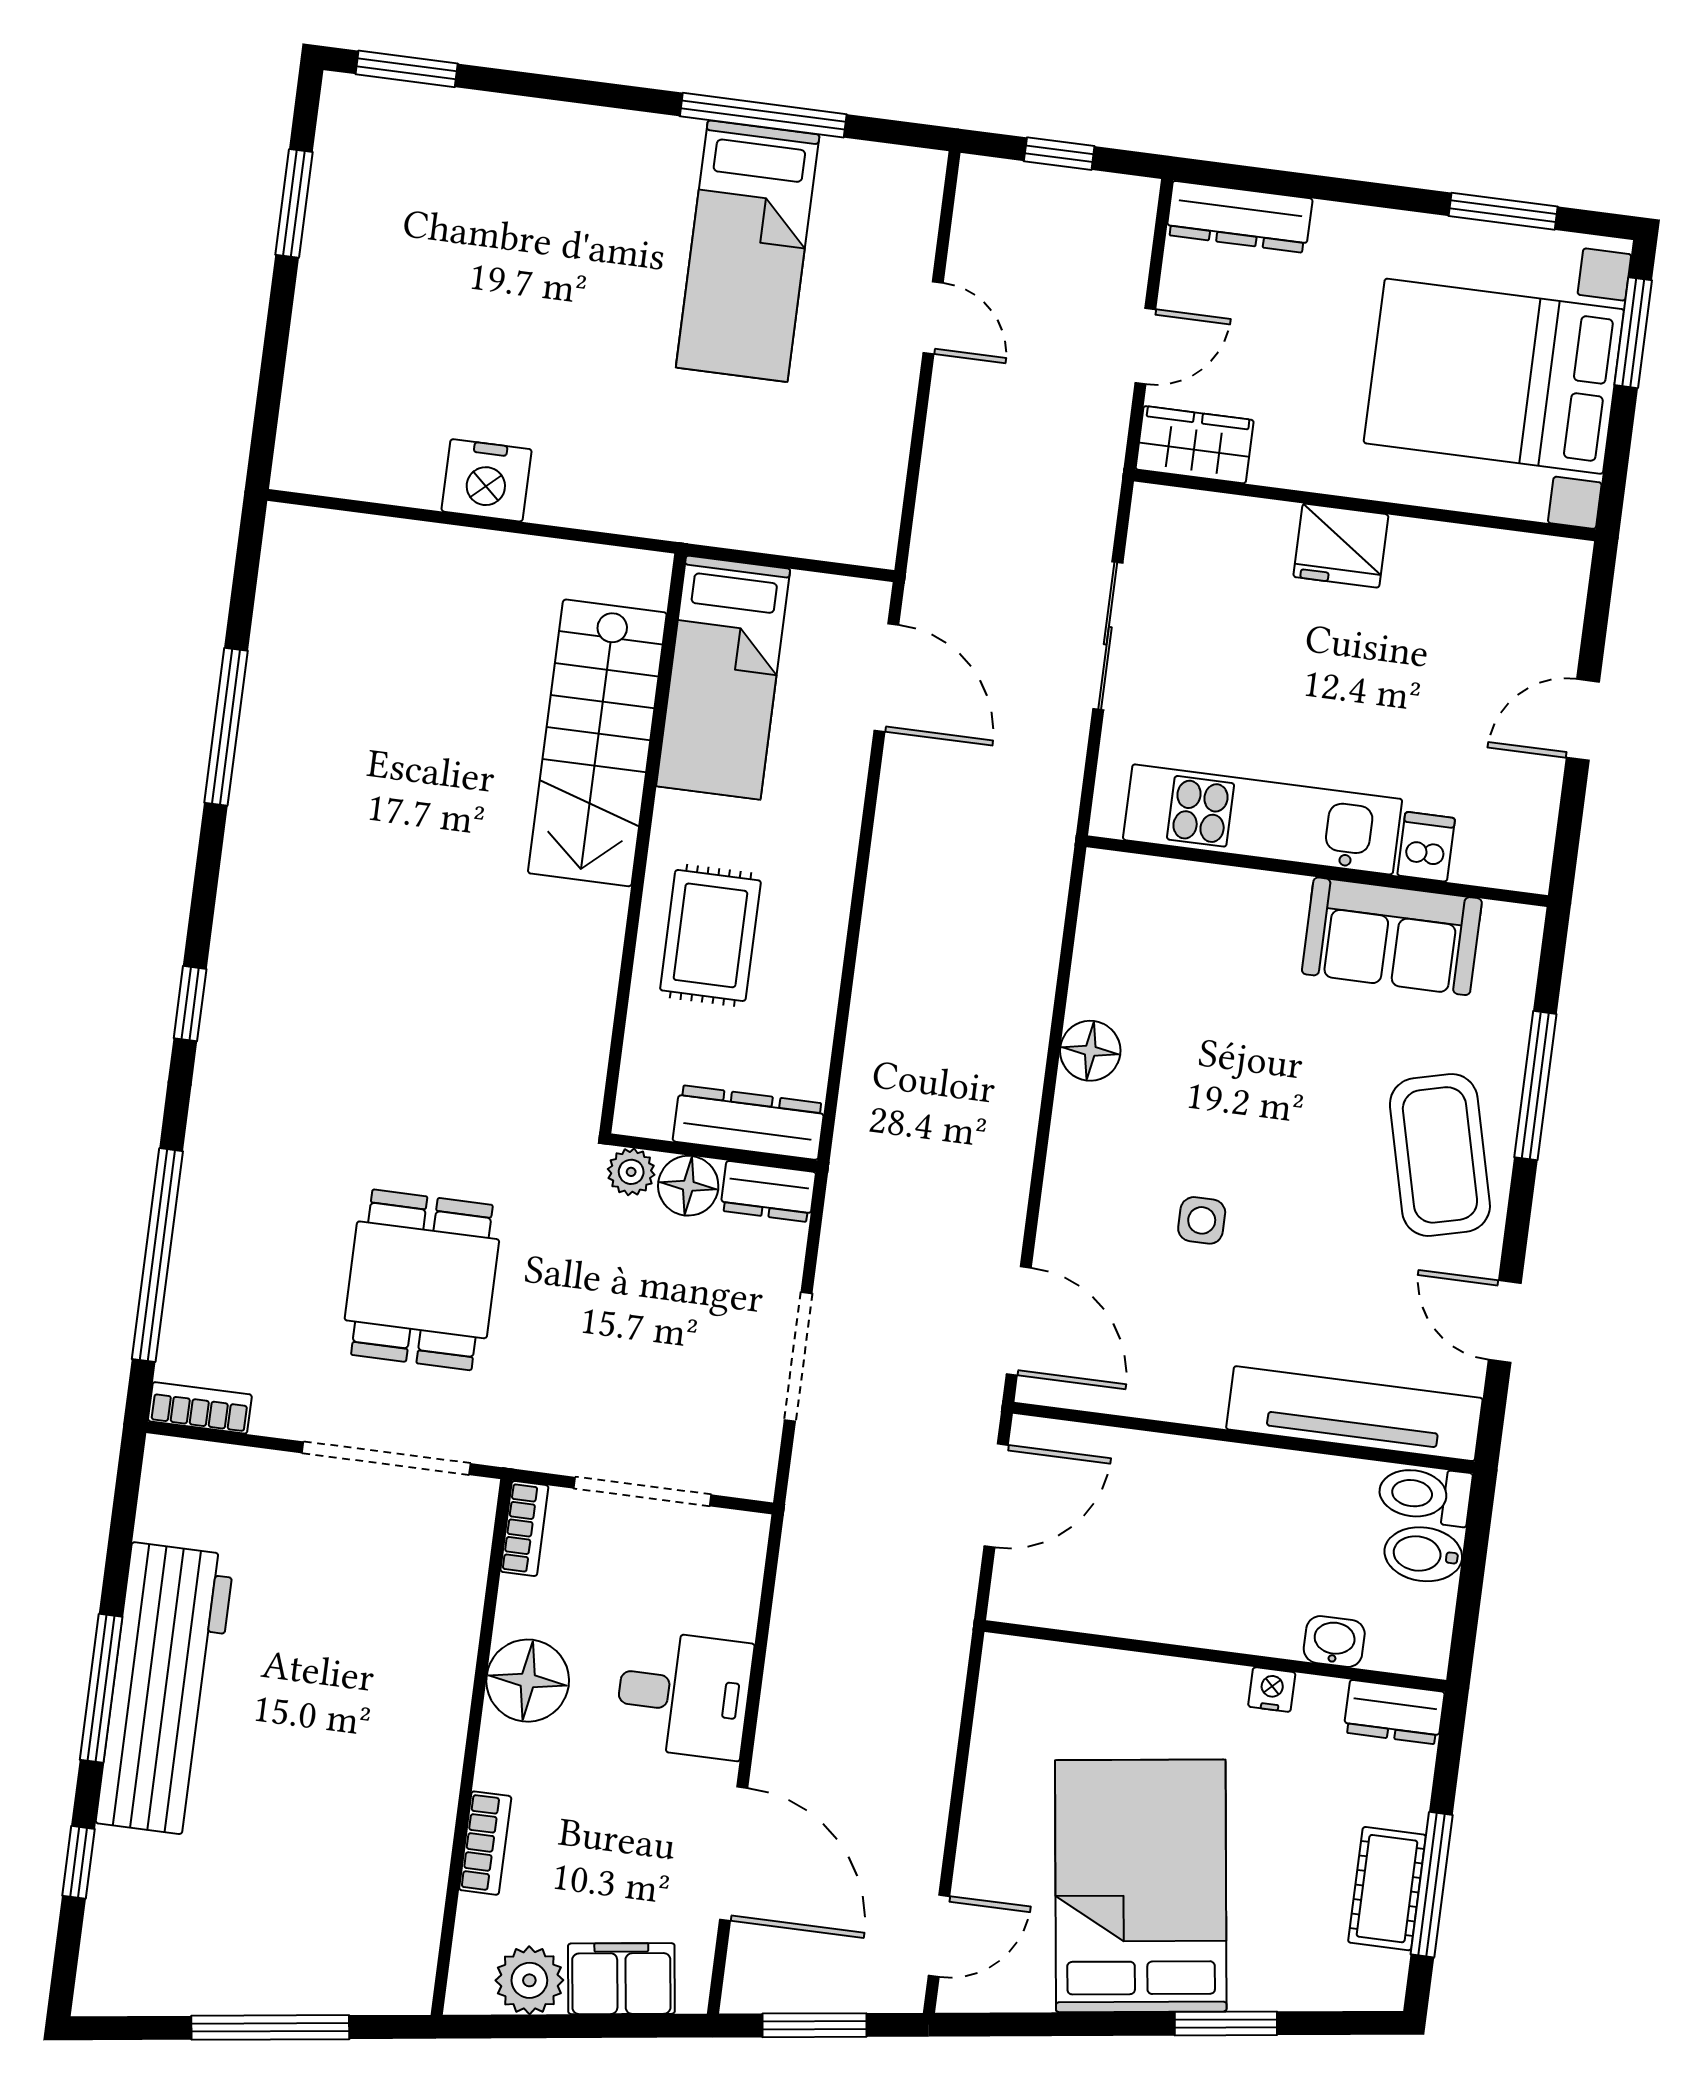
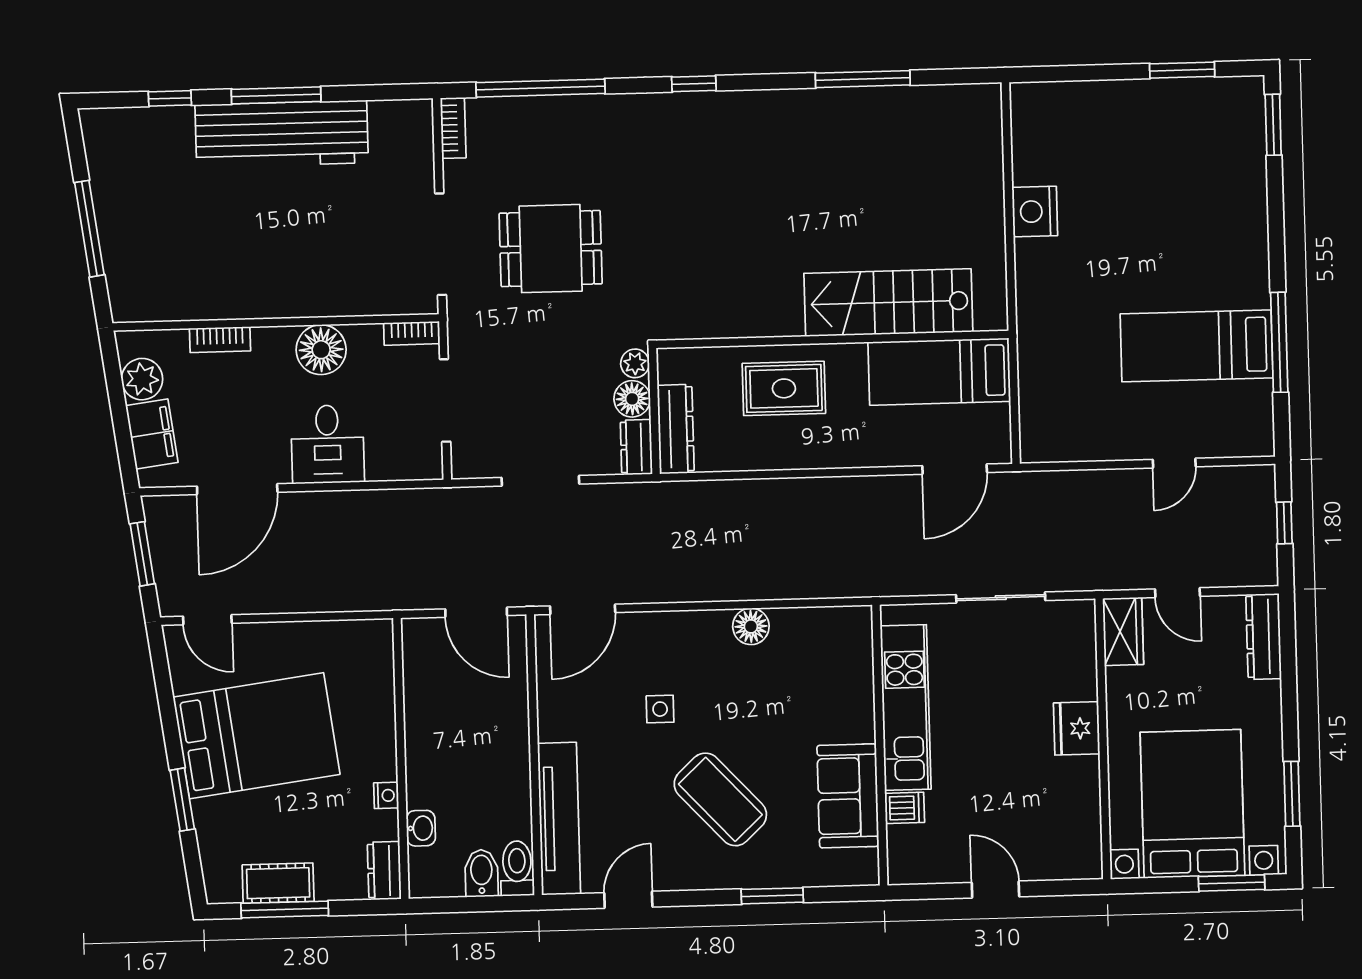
window: (1535, 1086) -> (772, 896), width x0.69
coffee table: (1440, 1155) -> (720, 799), moved, turned 61

